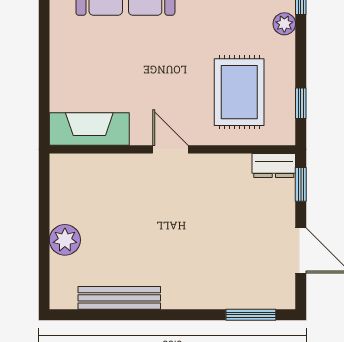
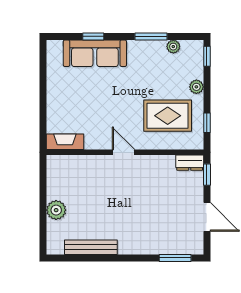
plant: (284, 24) -> (196, 87), moved
rug: (239, 92) -> (168, 116), turned 90
fireplace: (89, 129) -> (65, 142), width x0.73, depth x0.76

